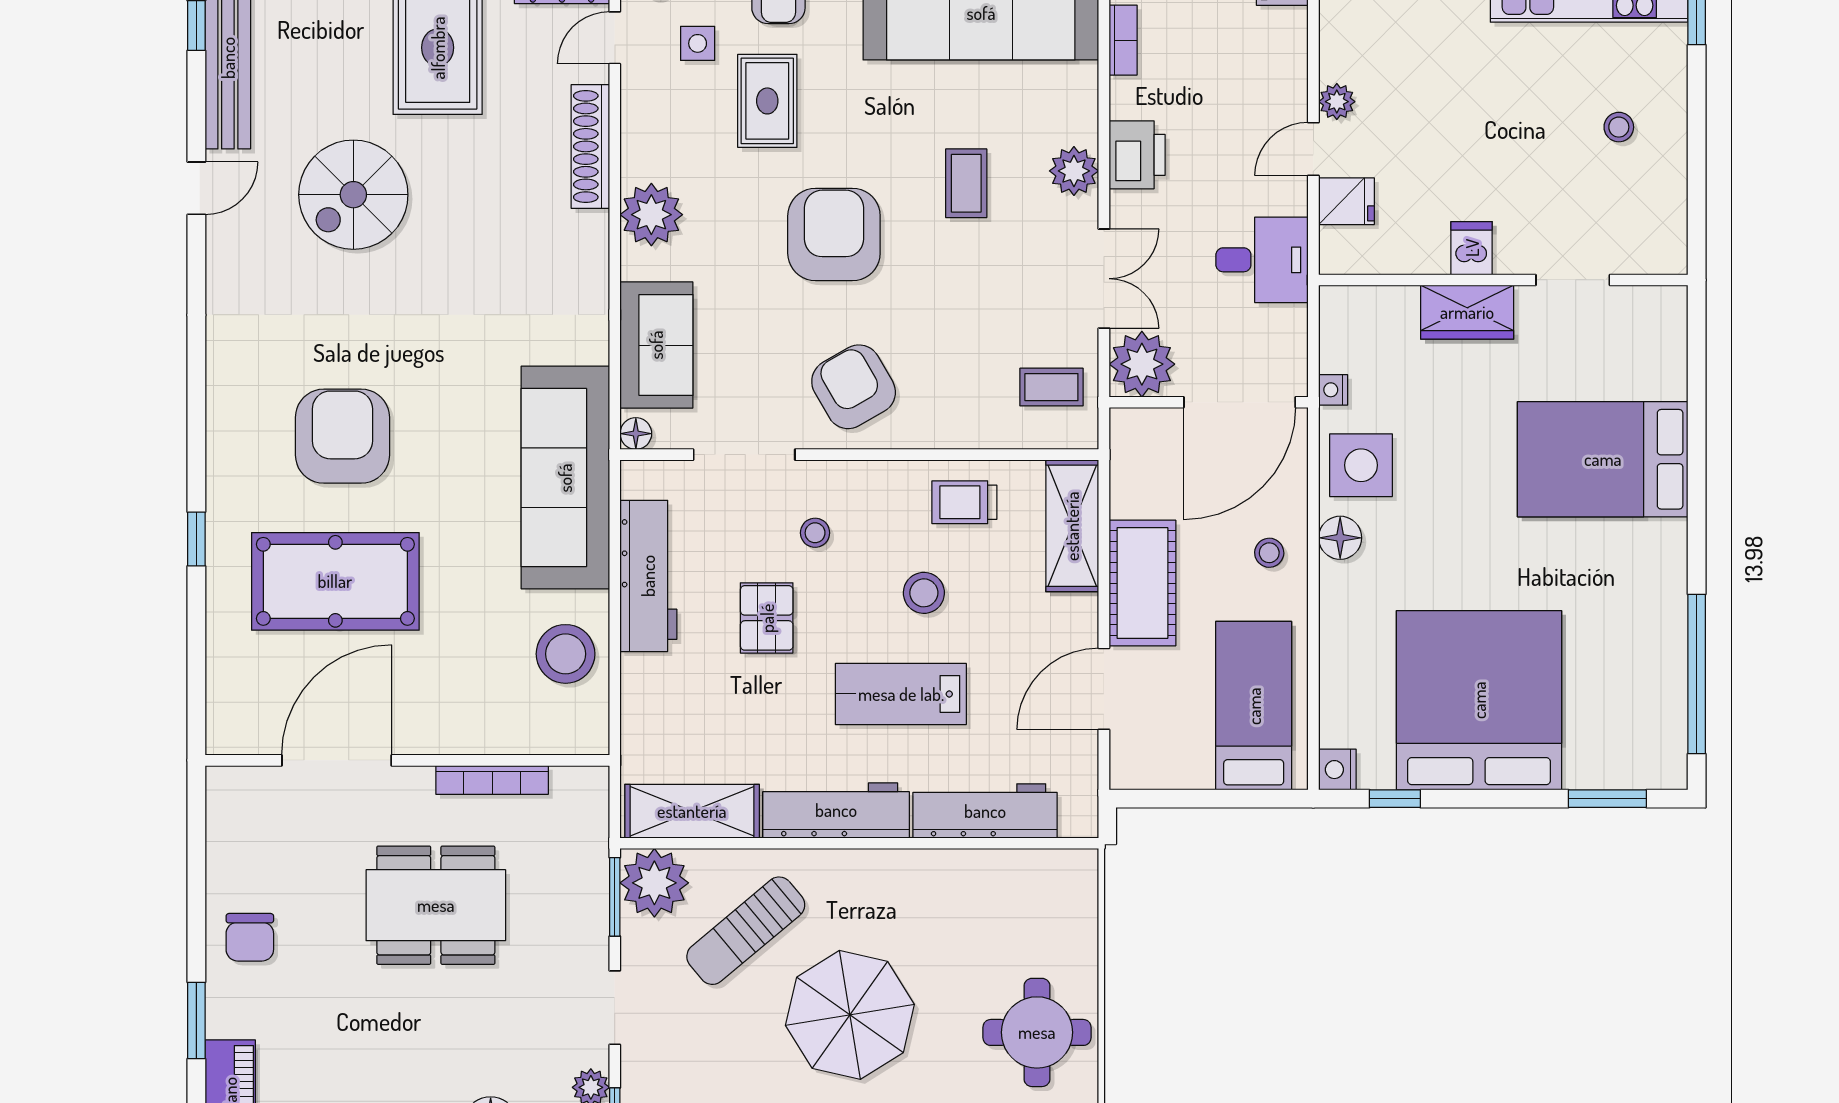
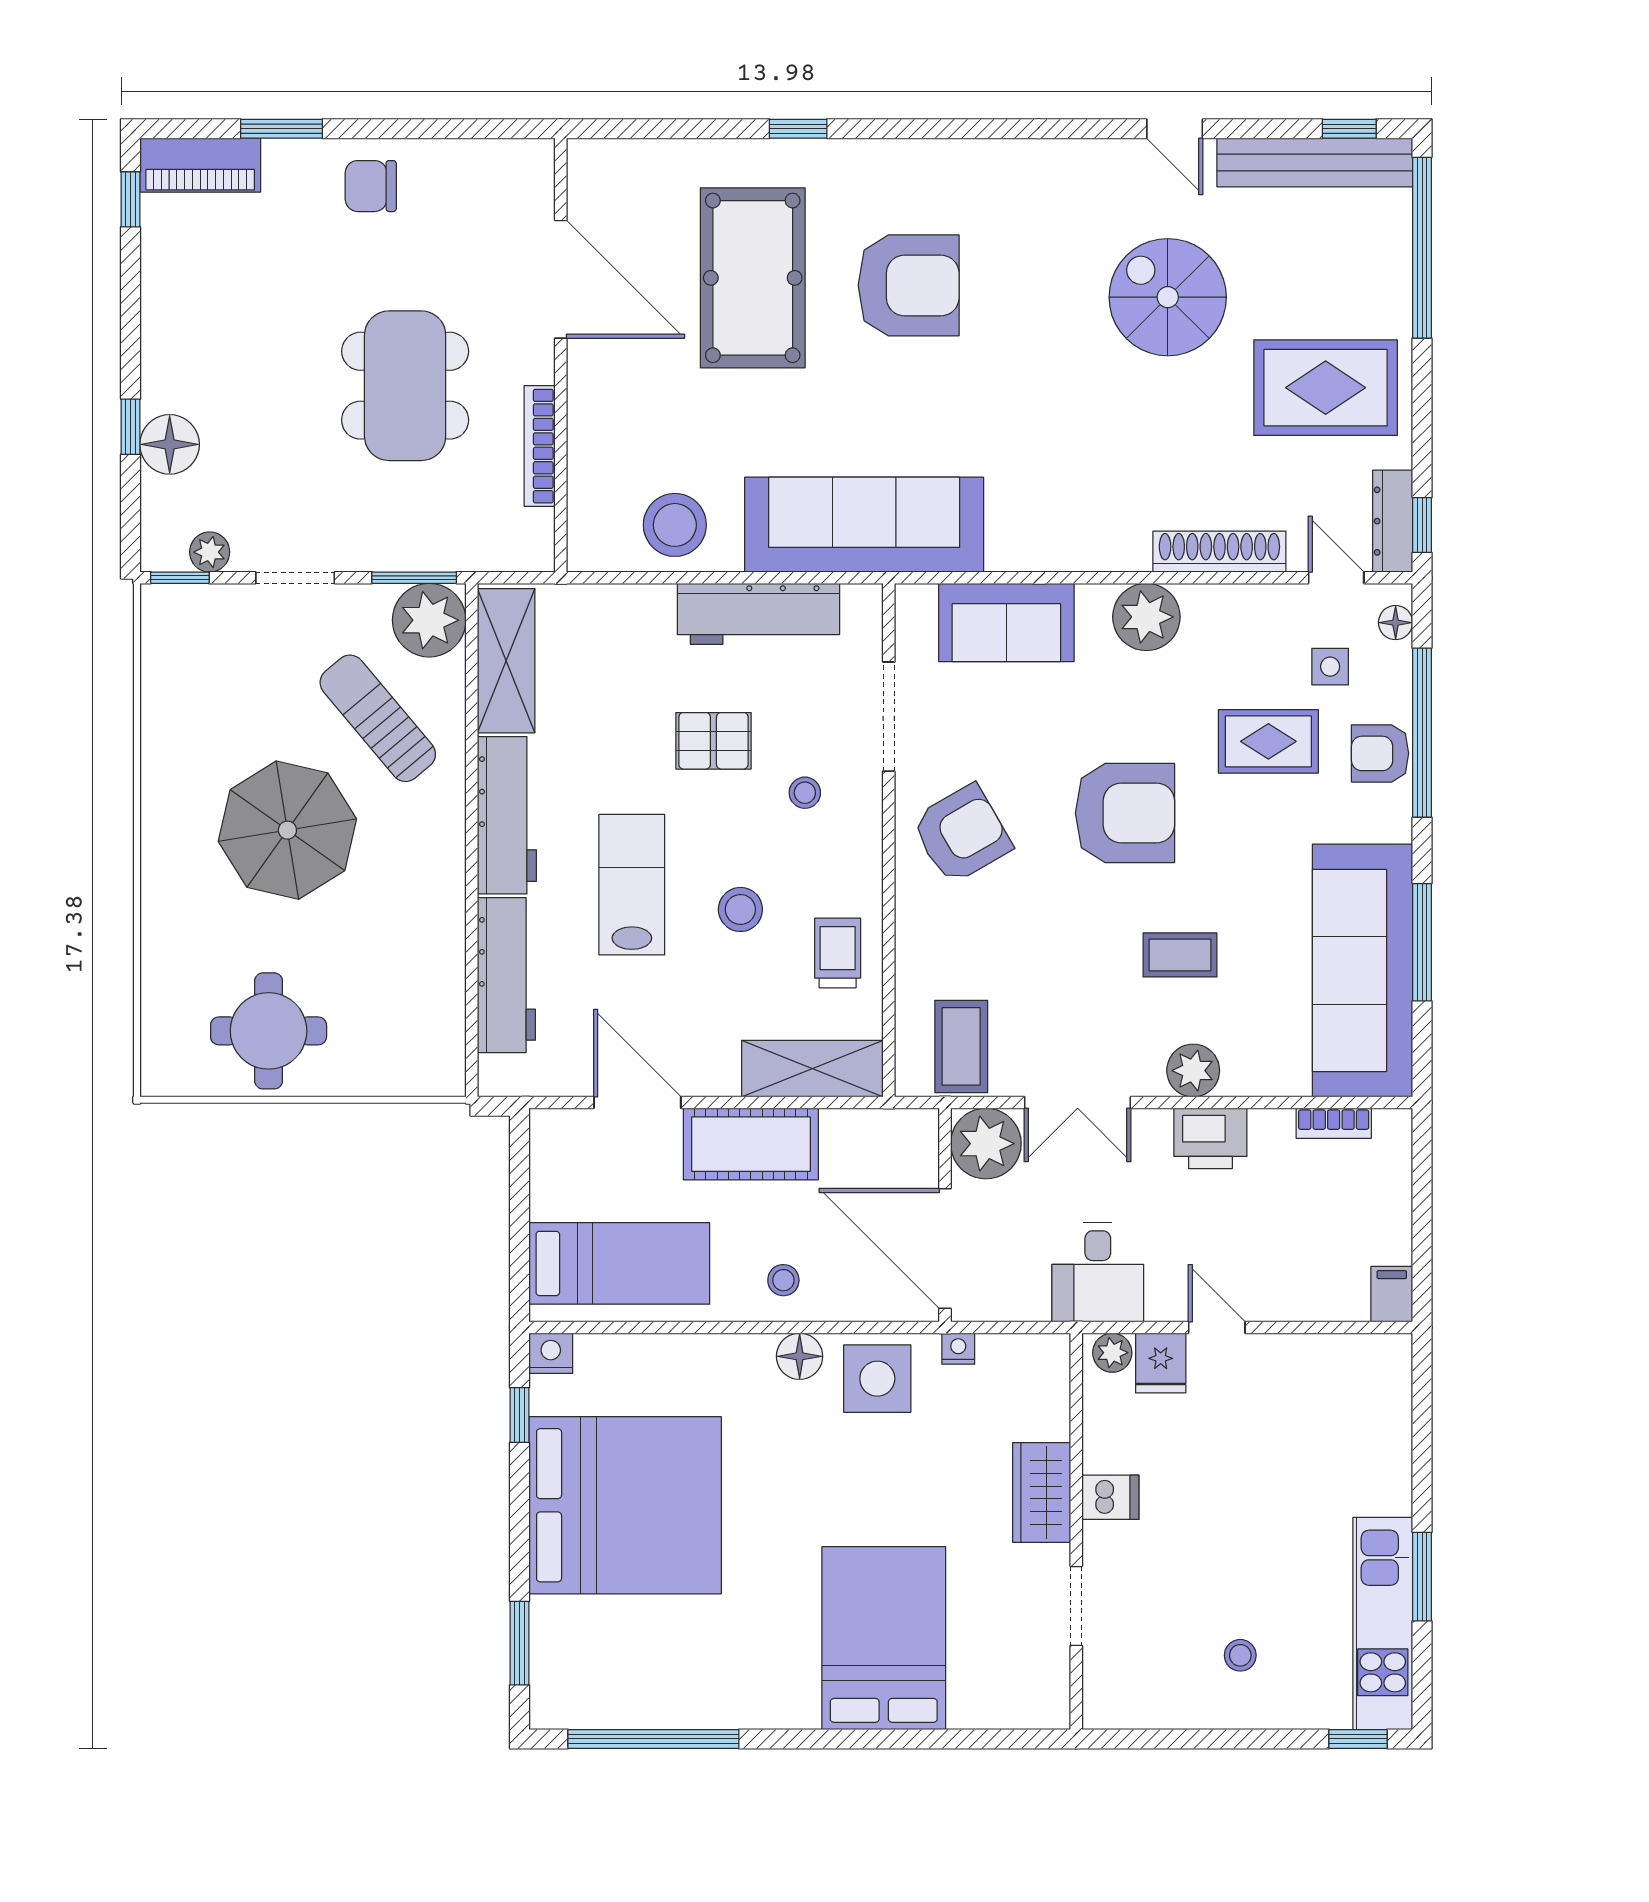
plant: (1337, 102) -> (1112, 1353), moved
coffee table: (1051, 387) -> (961, 1046), width x1.36, depth x1.30
floor lamp: (636, 434) -> (911, 600), removed

